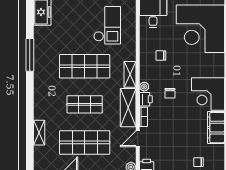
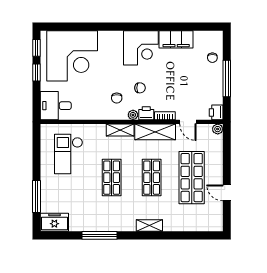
checkout: (107, 25) -> (68, 154), turned -90
chair: (161, 55) -> (117, 98), moved
shop shelf: (85, 66) -> (112, 178), width x0.70, depth x0.74
shelving: (39, 133) -> (149, 226), moved

